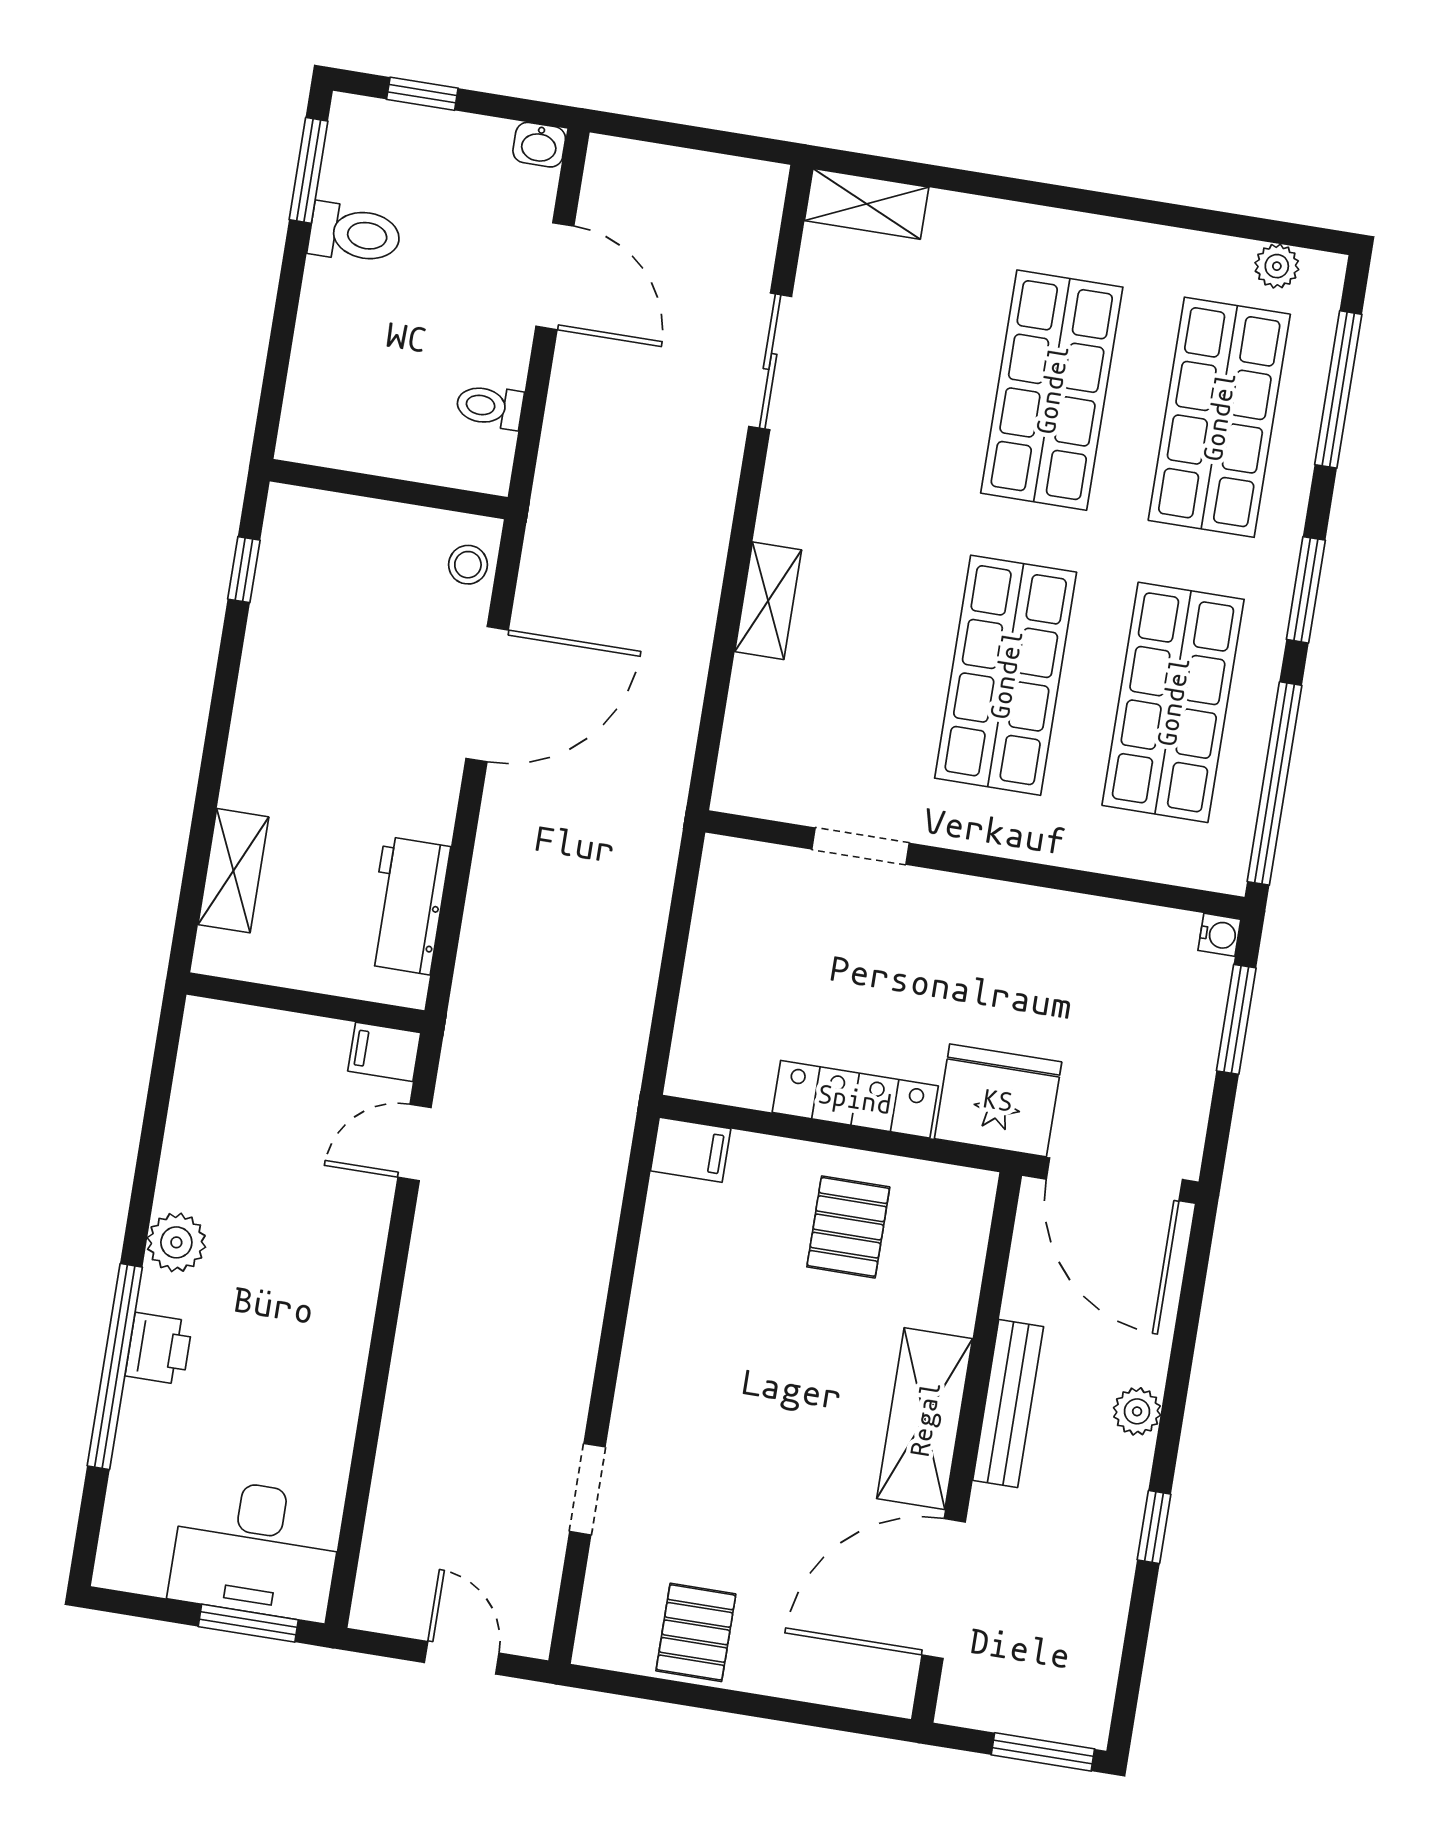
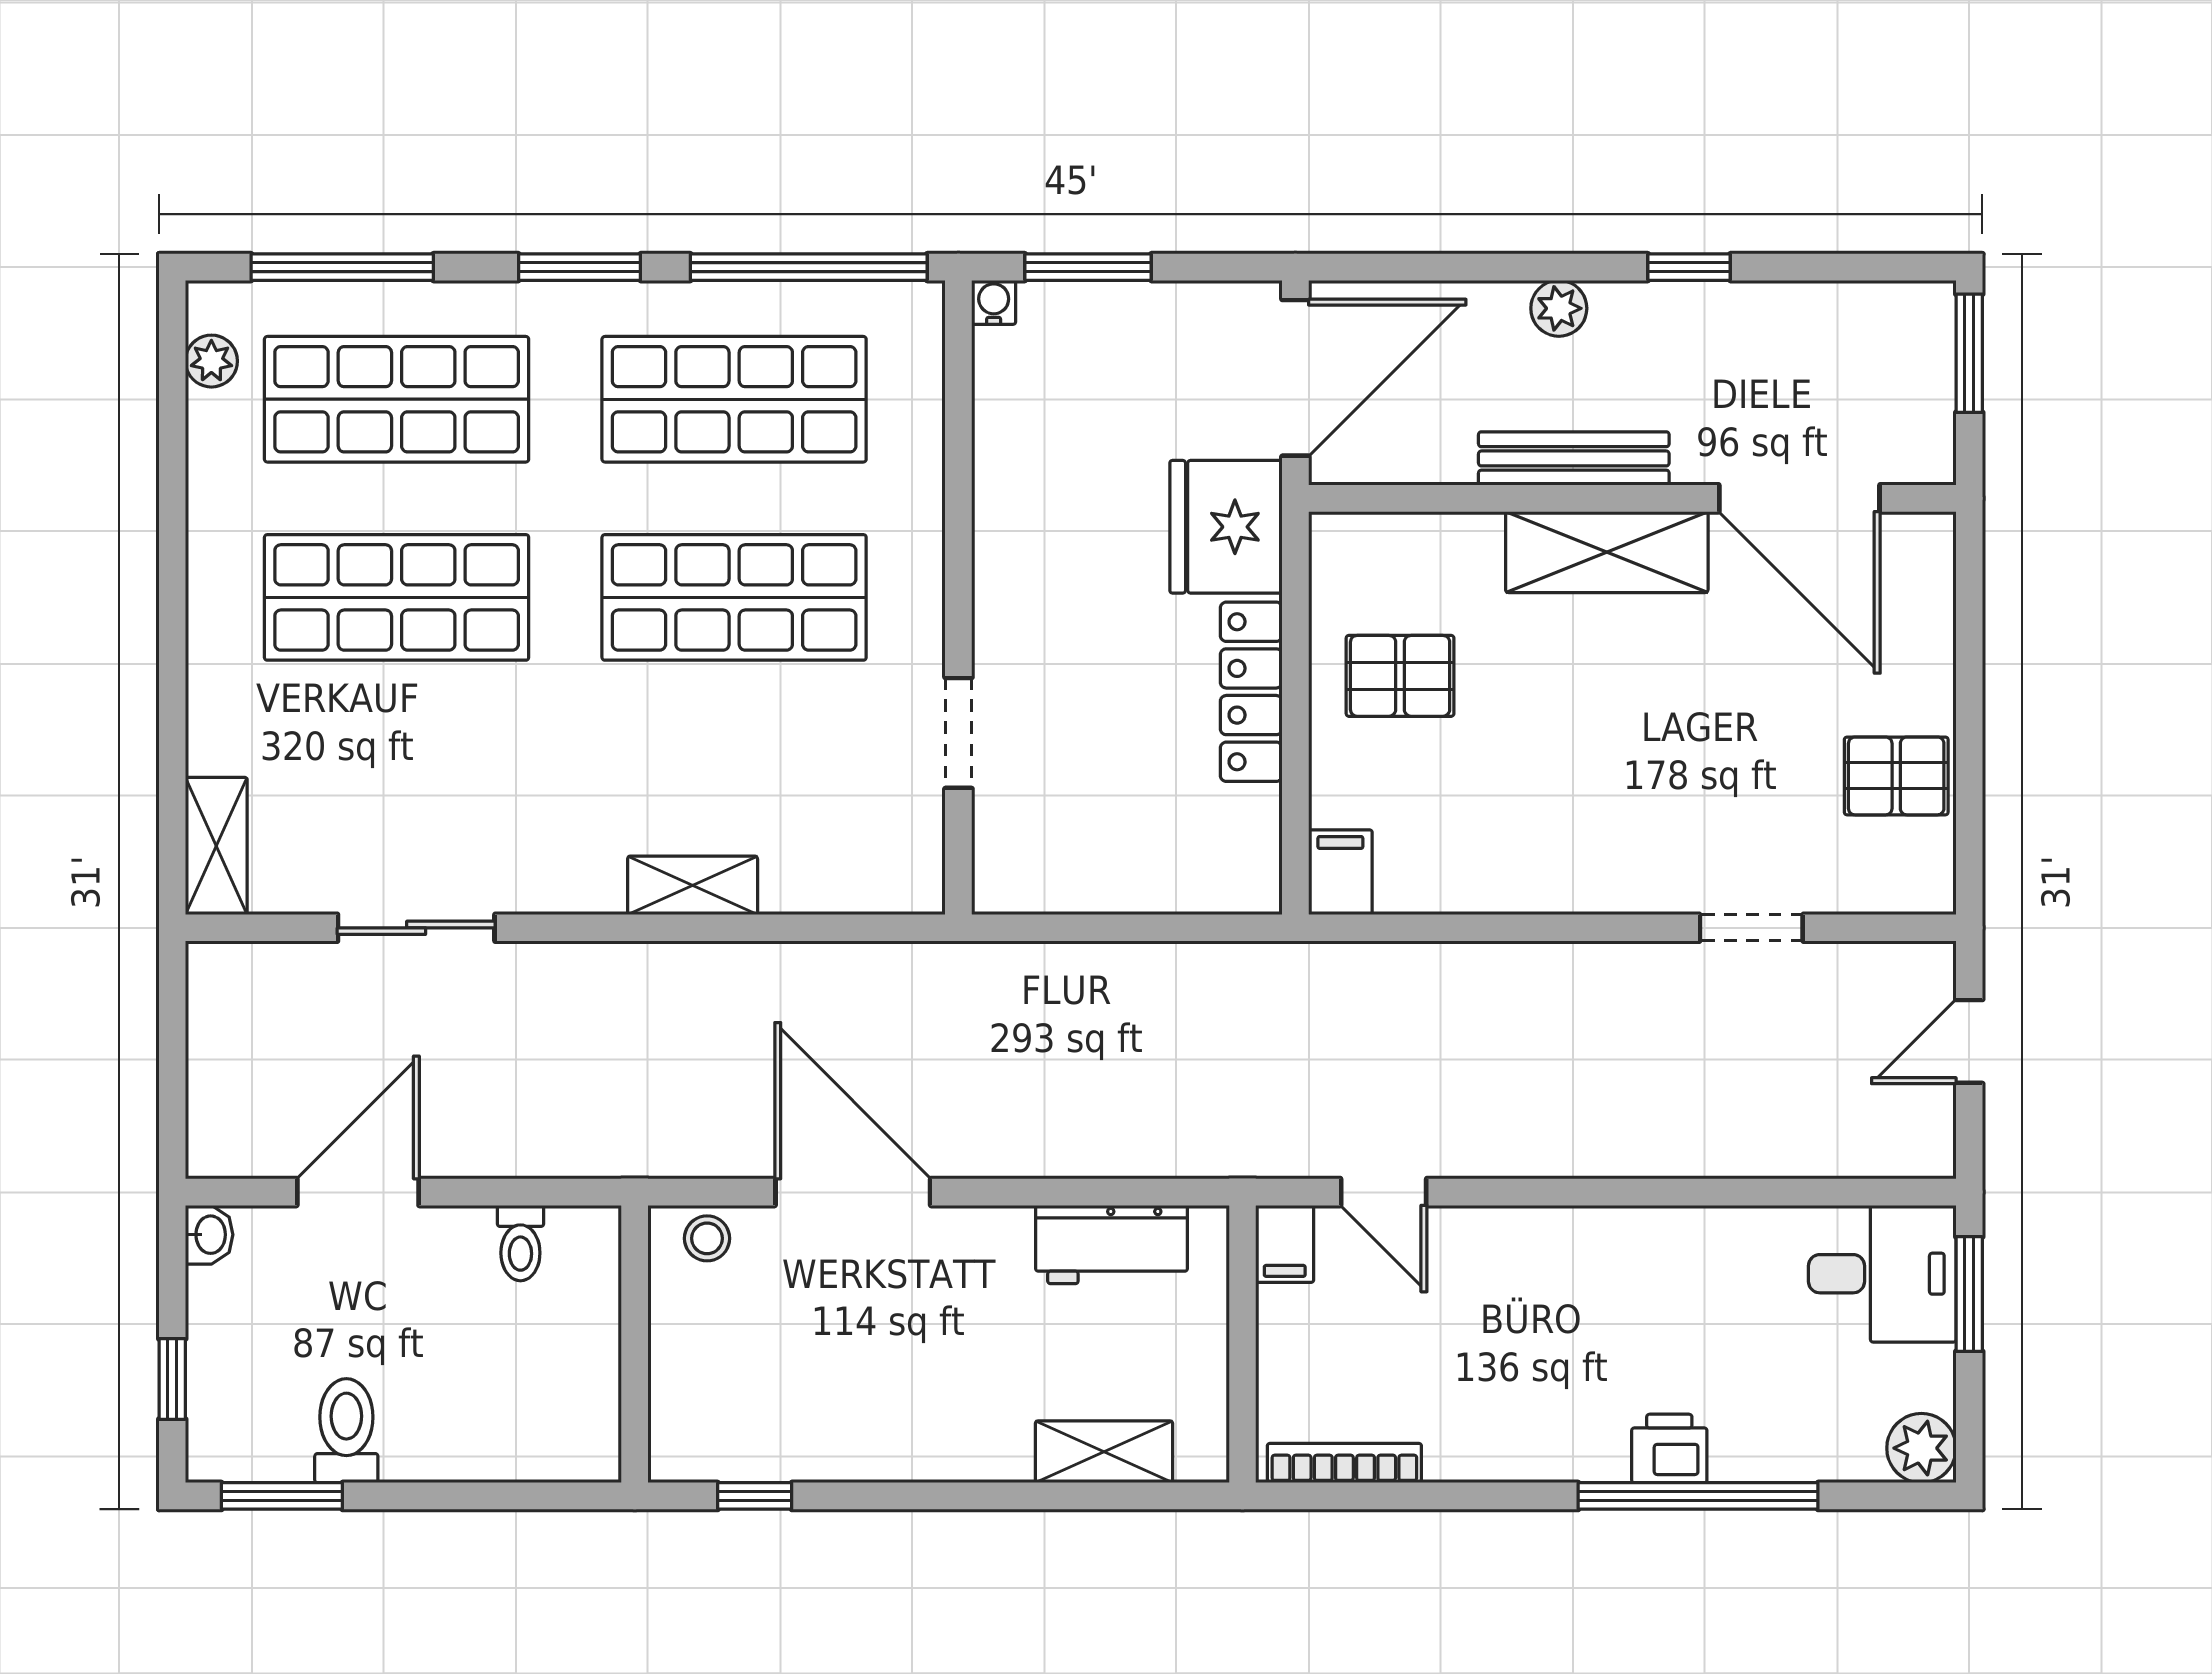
bookcase: (191, 1072) -> (1344, 1463), added
plant: (176, 1242) -> (1921, 1448), moved
desk: (256, 1549) -> (1882, 1274), width x0.73

